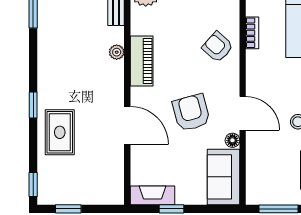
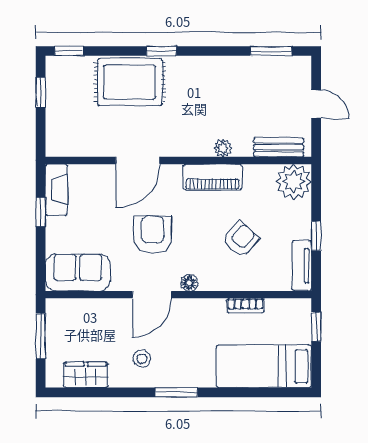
armchair: (218, 47) -> (240, 239), moved
armchair: (191, 113) -> (153, 235), turned -75
rug: (60, 132) -> (130, 82), width x1.36, depth x1.43
floor lamp: (232, 140) -> (189, 283), moved

